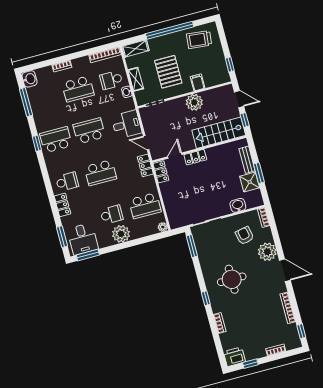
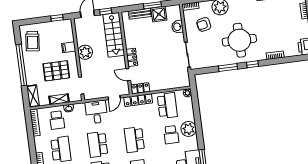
locker: (145, 165) -> (138, 100), width x1.53
school desk: (100, 173) -> (134, 140), turned 180
school desk: (112, 215) -> (171, 135), turned 180
window: (192, 246) -> (228, 68), moved
round table: (232, 279) -> (239, 40), width x1.36, depth x1.36

